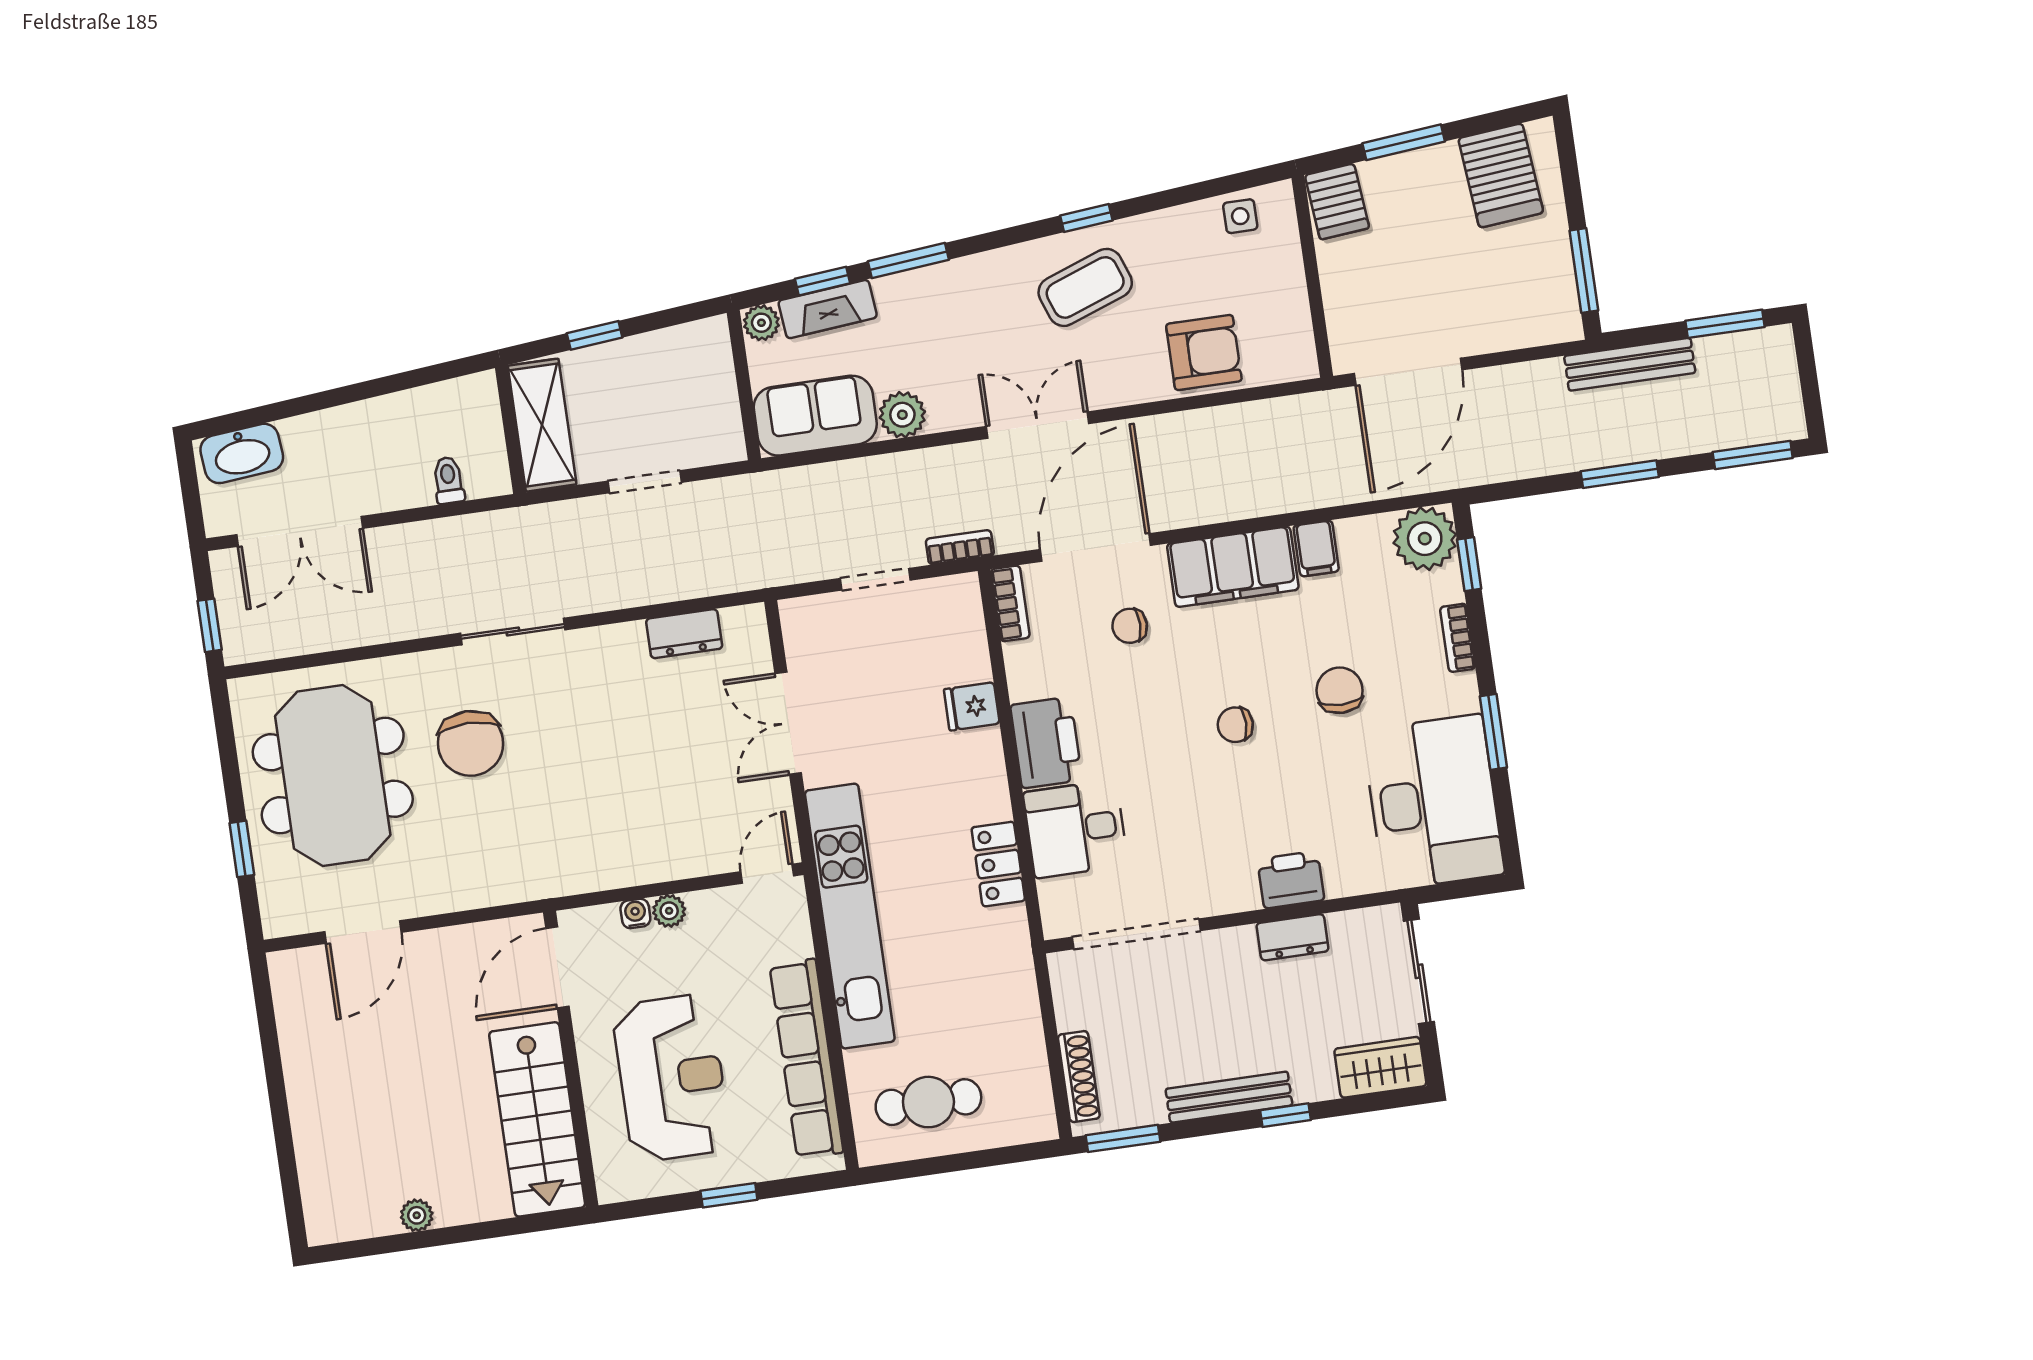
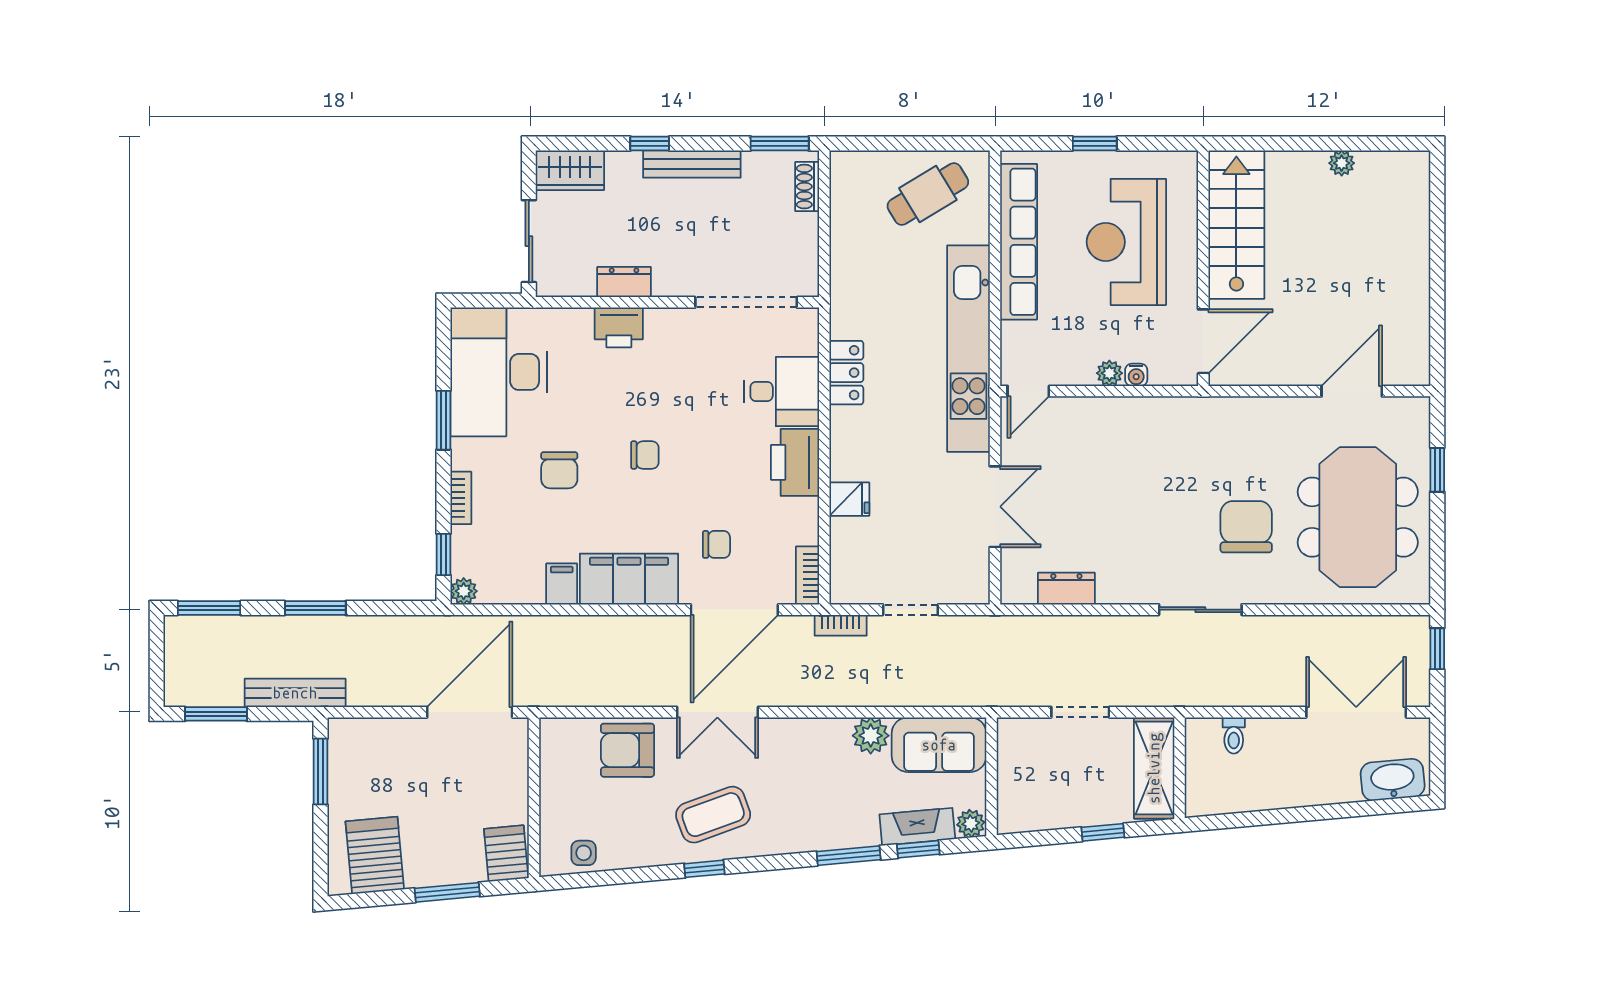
double door: (1038, 425) -> (717, 712), moved
plant: (1425, 539) -> (464, 591), width x0.53, depth x0.53
shoe rack: (1079, 1077) -> (807, 187), width x0.70
cafe table: (928, 1102) -> (928, 194), turned -31

